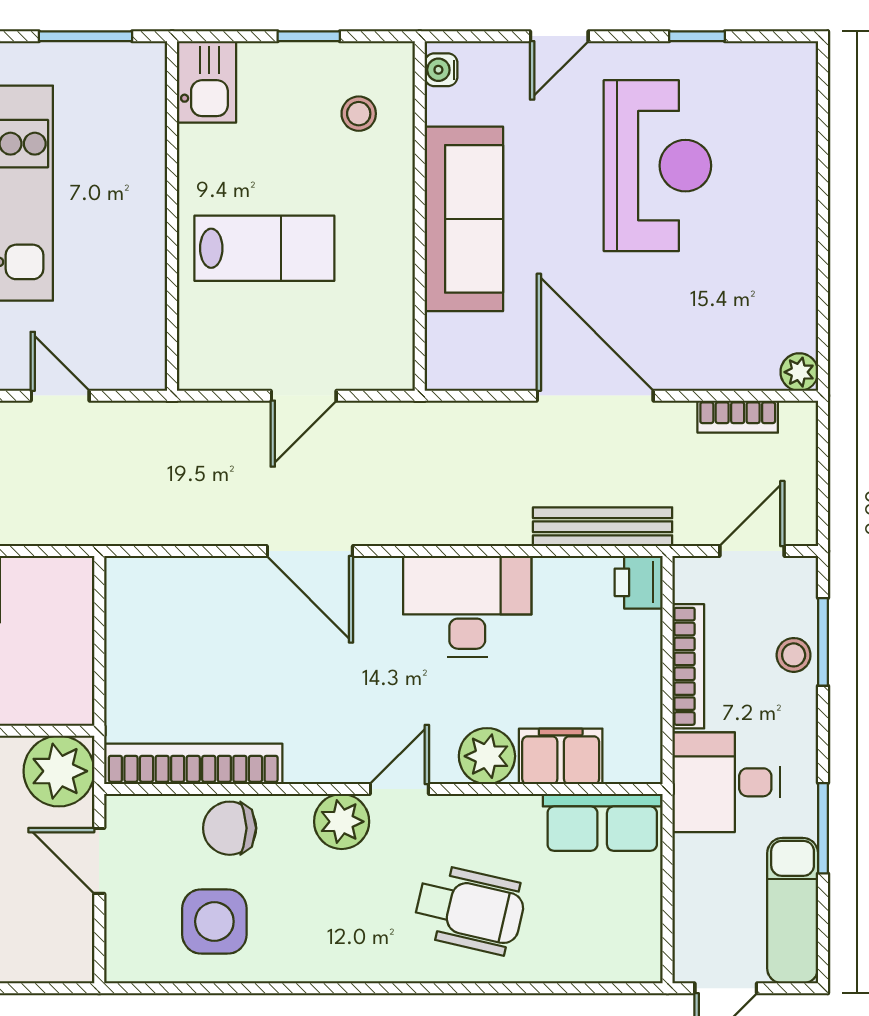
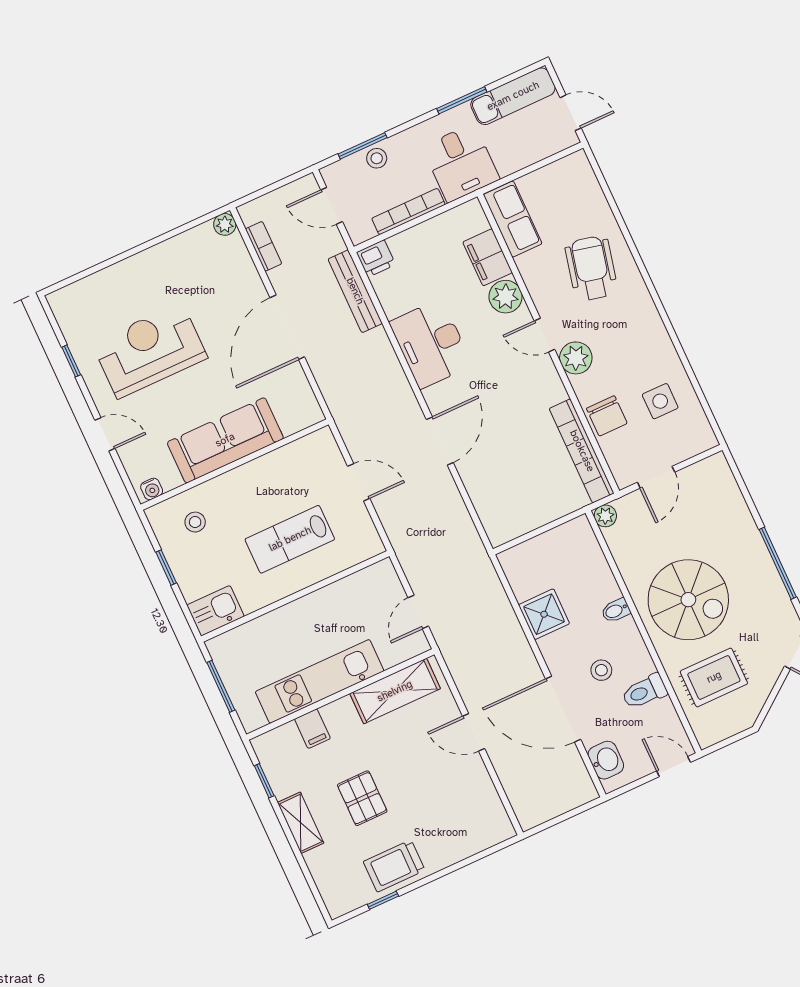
lab bench: (264, 248) -> (290, 539), turned -90
plant: (59, 771) -> (605, 516), width x0.53, depth x0.53
side table: (214, 921) -> (660, 401), width x0.73, depth x0.73

